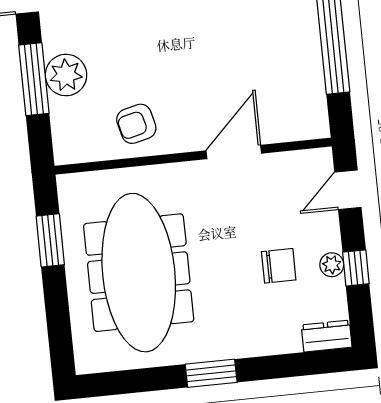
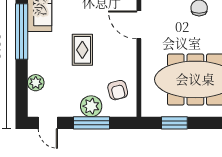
rug: (174, 47) -> (82, 50), added
armchair: (136, 124) -> (118, 90), moved

